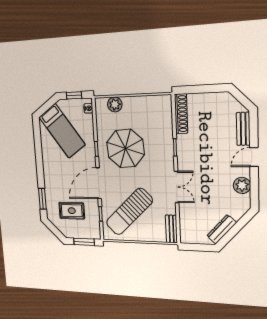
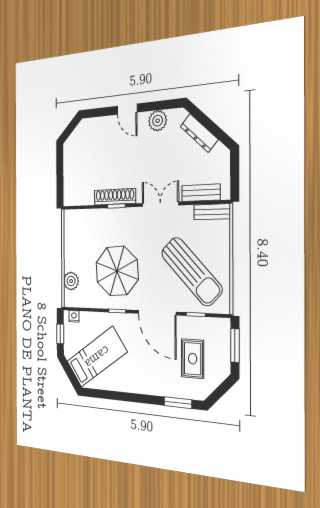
shoe rack: (181, 114) -> (115, 197), moved
bench: (243, 129) -> (201, 193), moved
dresser: (222, 229) -> (199, 133), moved

